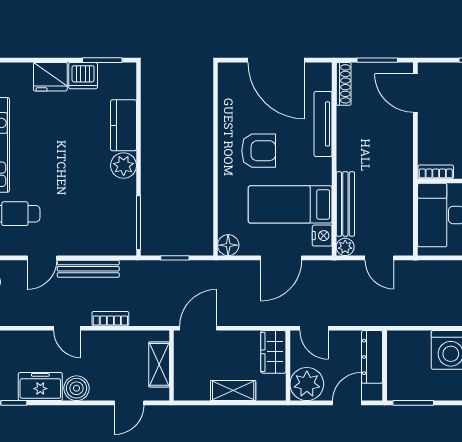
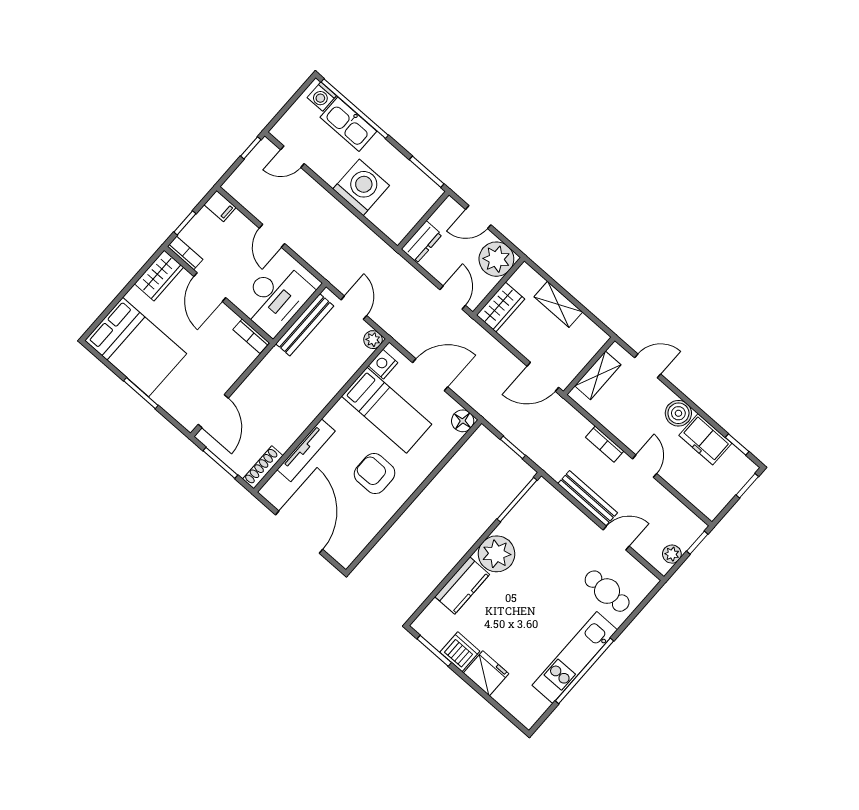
plant: (124, 166) -> (497, 554), width x1.36, depth x1.36
bench: (345, 204) -> (305, 325), moved
dresser: (372, 357) -> (422, 242), width x0.70

